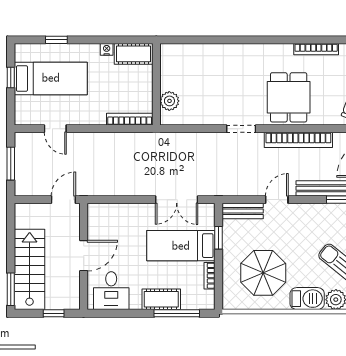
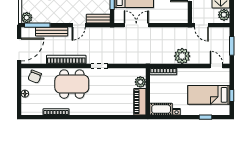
piano: (170, 67) -> (140, 102), added
dining table: (289, 97) -> (72, 84), width x1.38
door: (55, 129) -> (216, 66), moved
plant: (97, 146) -> (182, 56), added
door: (63, 200) -> (201, 25), hinge flipped
plant: (24, 218) -> (224, 15), added

